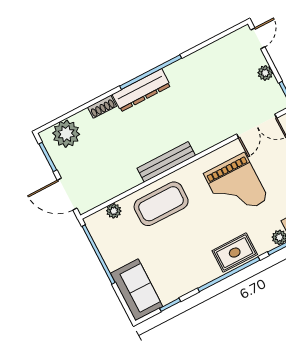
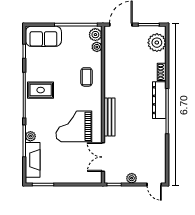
bench: (166, 162) -> (110, 117), moved
coffee table: (161, 204) -> (87, 77), width x0.54, depth x0.58
plant: (98, 221) -> (95, 35), added
rug: (235, 253) -> (41, 90), moved, turned 90

